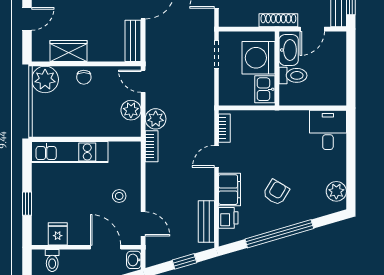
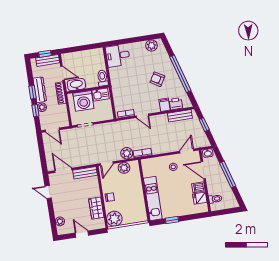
toilet: (293, 75) -> (103, 78), moved
filing cabinet: (230, 190) -> (164, 105), width x0.50
window: (27, 204) -> (172, 220), moved
dishwasher: (77, 234) -> (198, 187), added
door: (106, 247) -> (203, 170), hinge flipped

